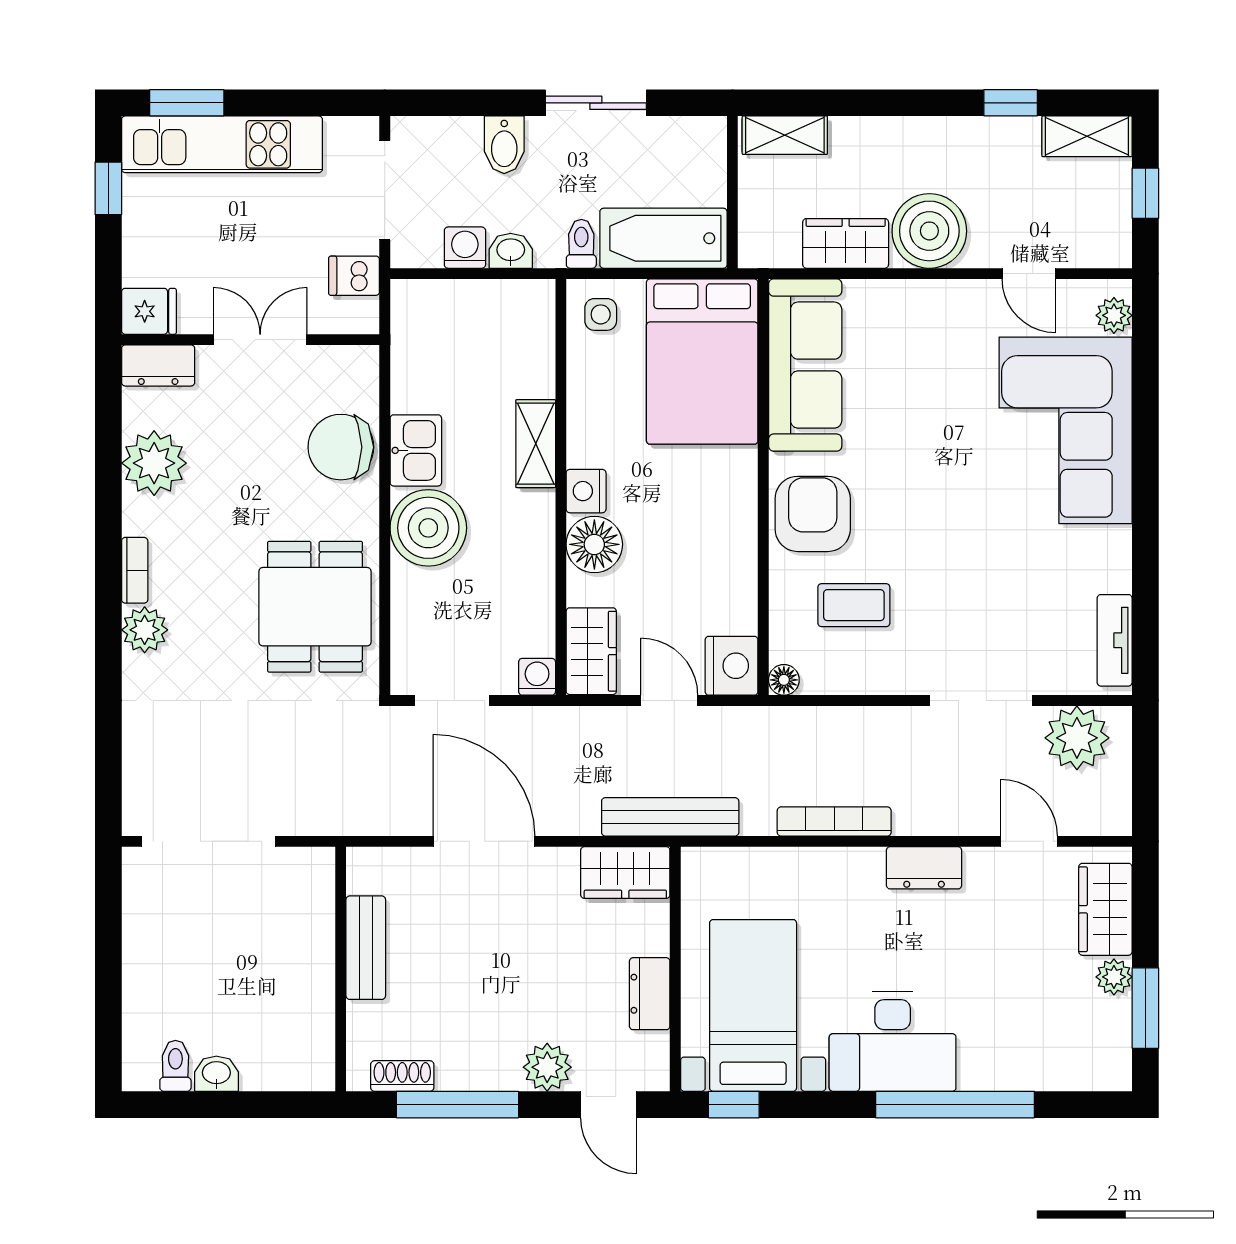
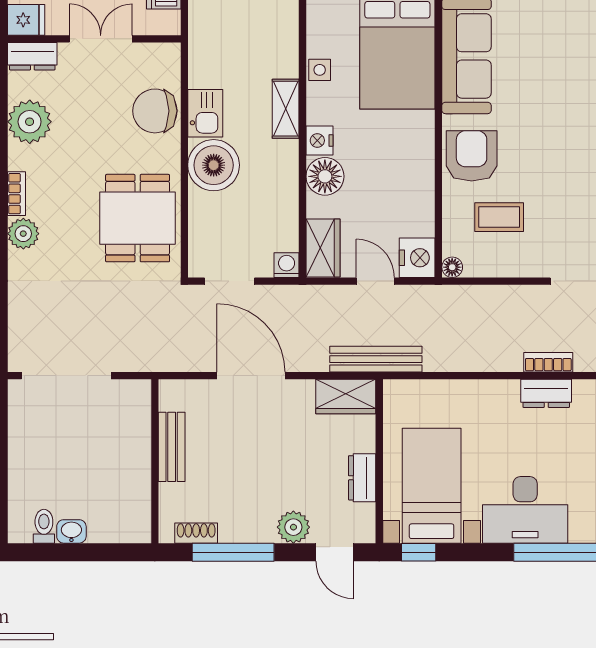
side table: (601, 314) -> (320, 70), moved
bookcase: (834, 822) -> (548, 362), moved, width x0.64

